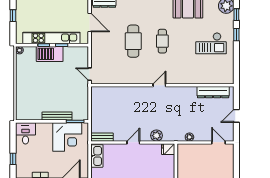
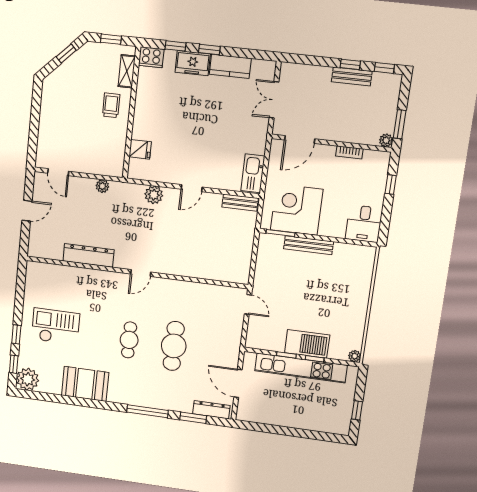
dresser: (213, 92) -> (88, 255), moved
fridge: (168, 149) -> (140, 149), moved

